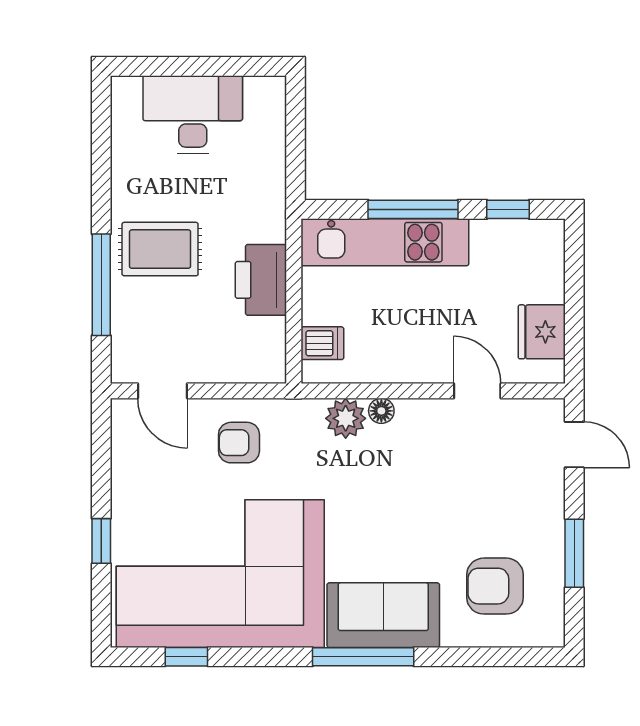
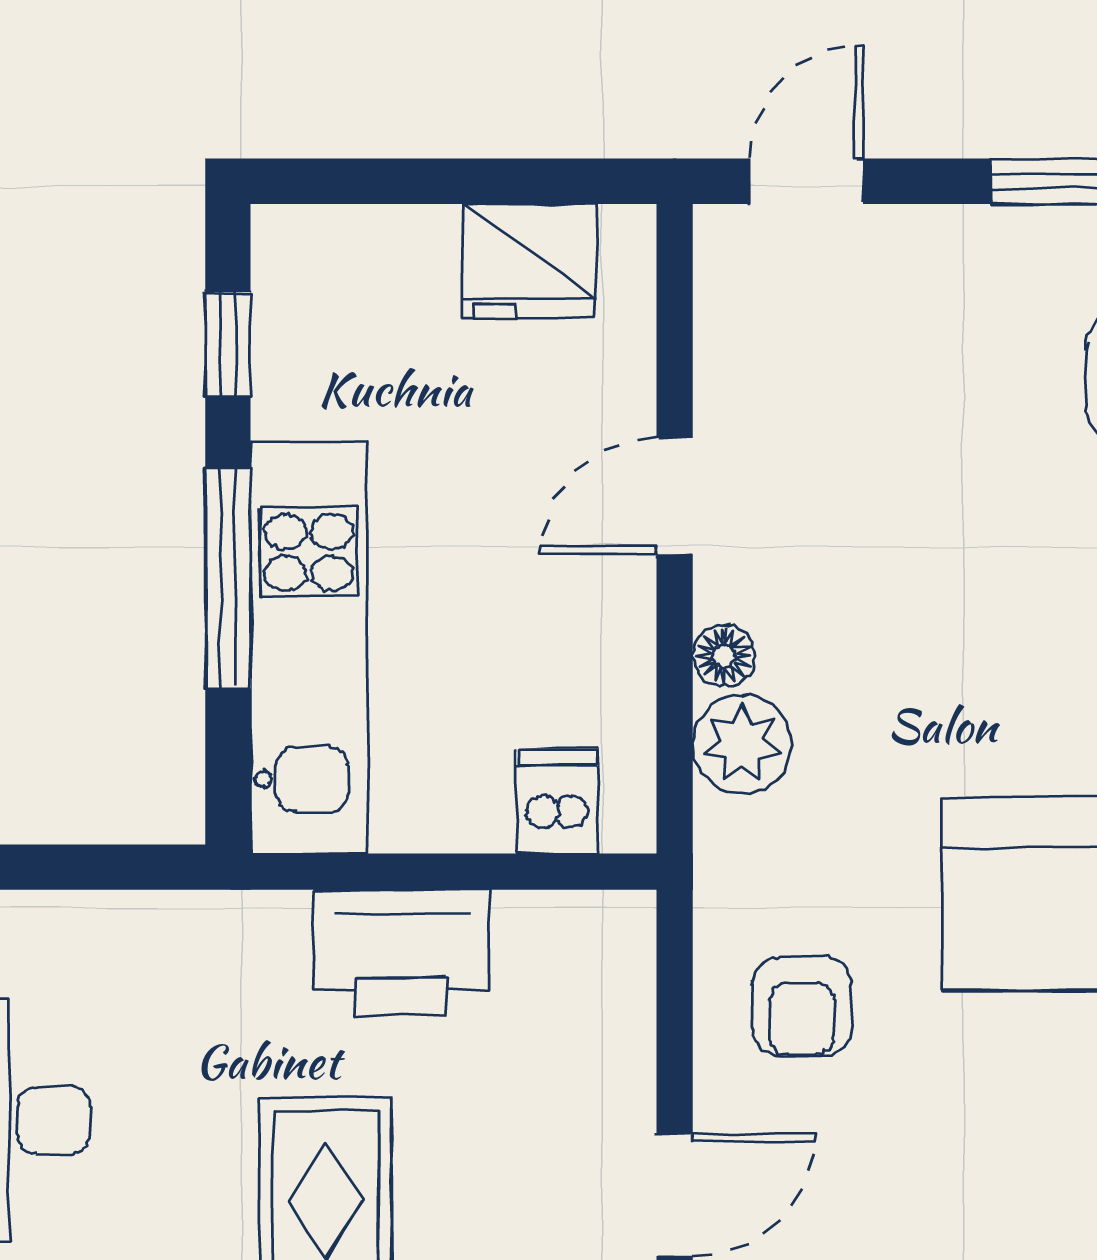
door: (477, 391) -> (675, 496), moved

